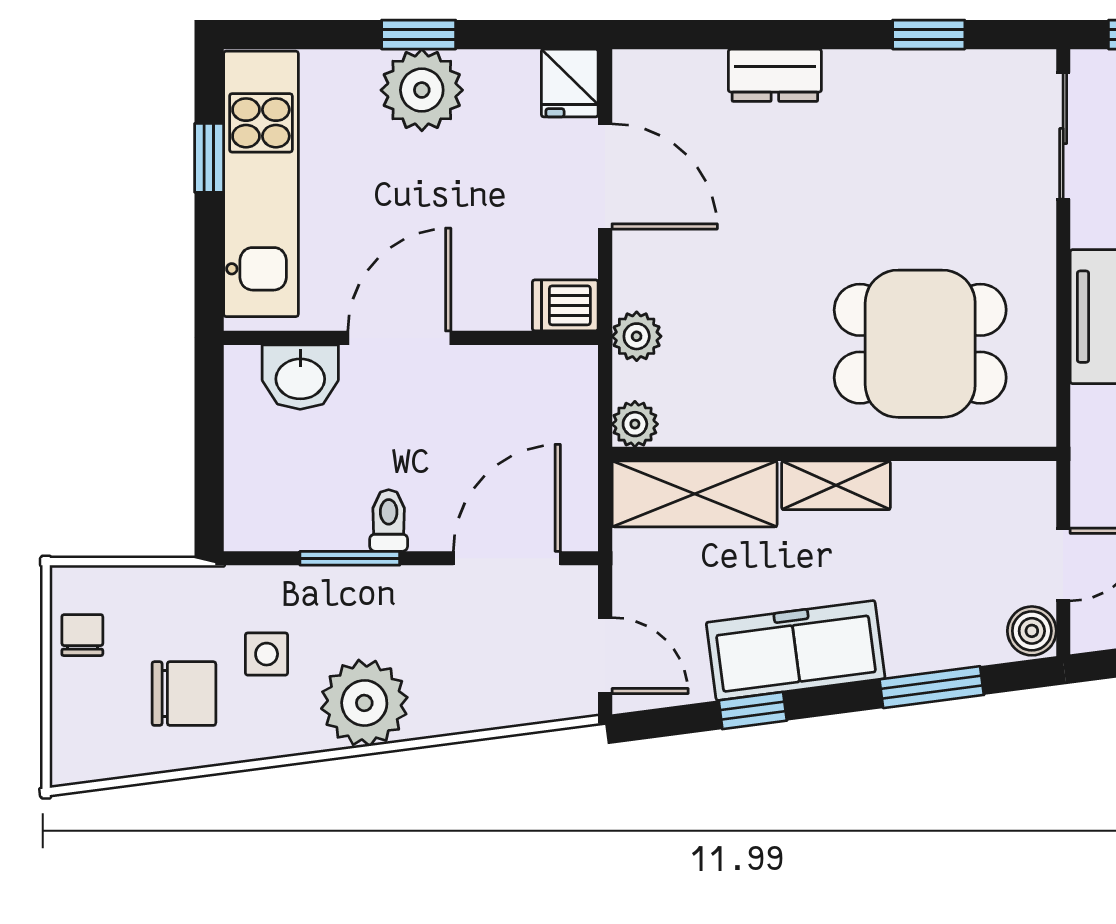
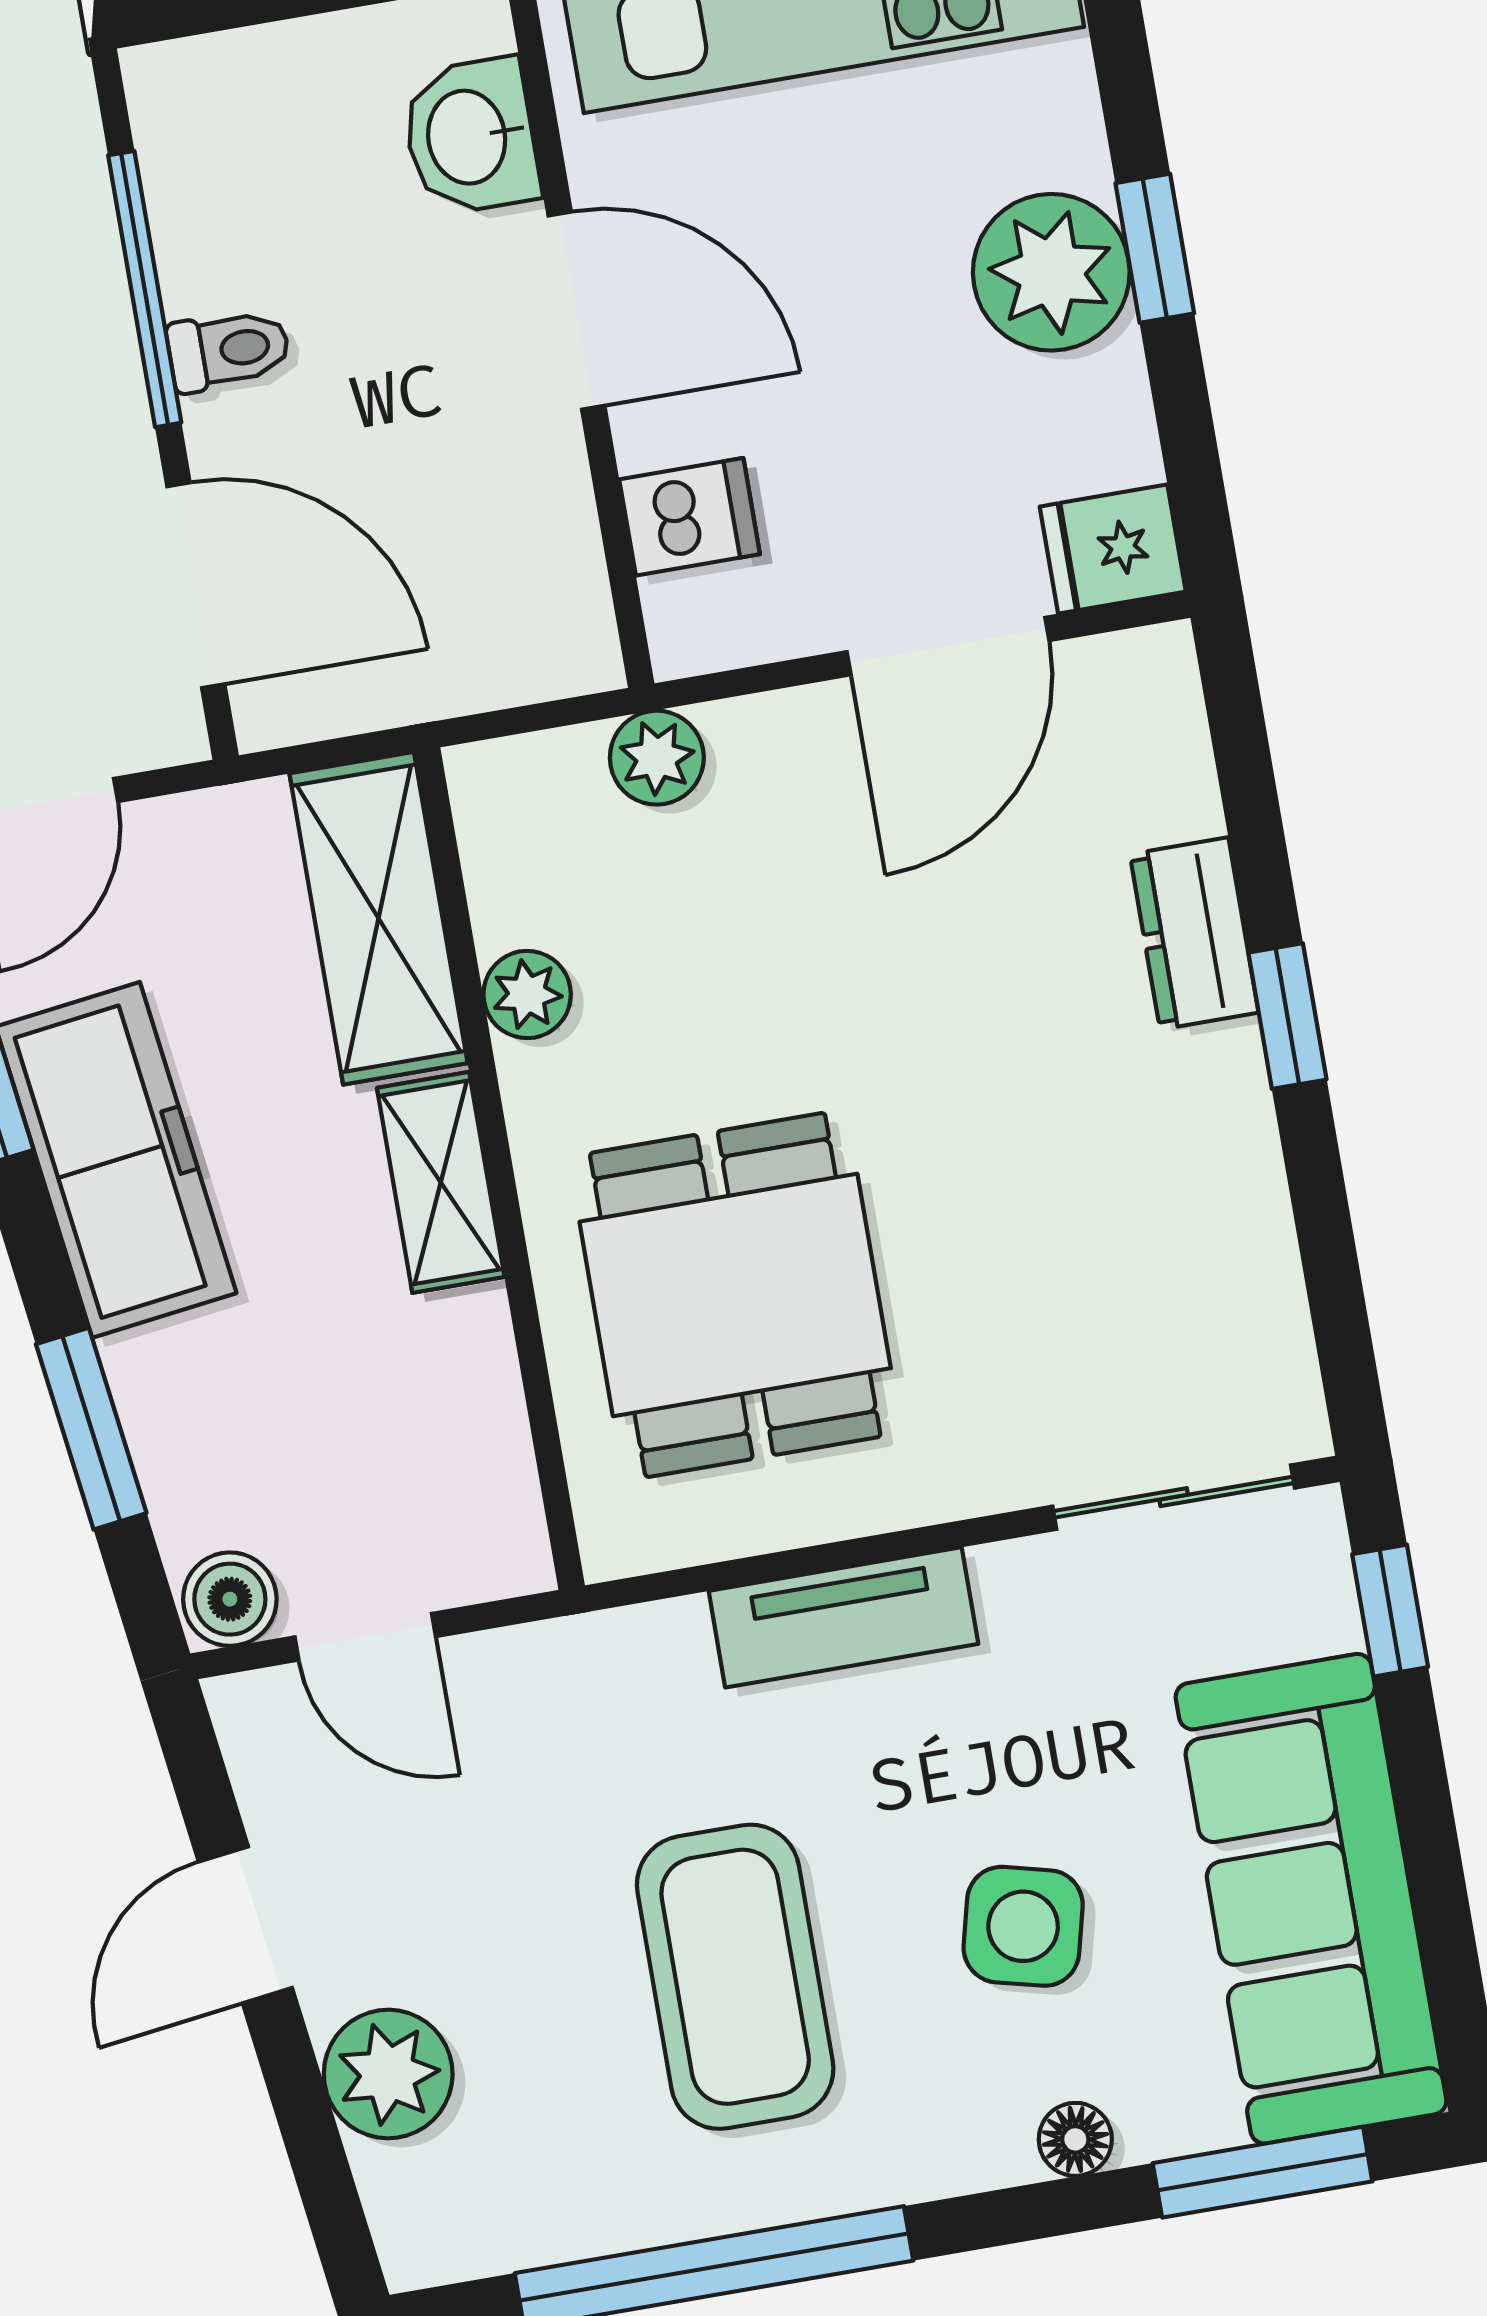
window: (929, 35) -> (1287, 1016), moved
dishwasher: (565, 305) -> (690, 517), moved, turned 90
plant: (635, 424) -> (527, 994), moved
window: (350, 558) -> (145, 289), width x1.44

